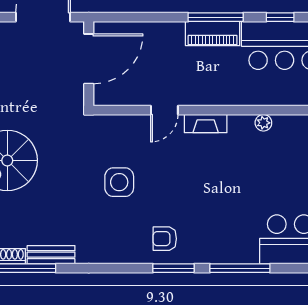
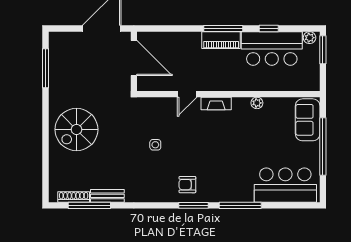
door: (89, 59) -> (134, 58), hinge flipped
side table: (119, 182) -> (155, 145), width x0.54, depth x0.54

